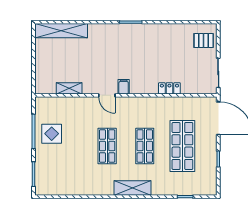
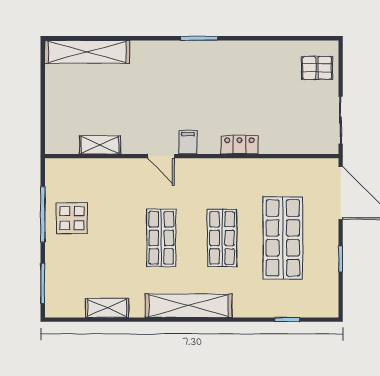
locker: (169, 88) -> (239, 145), moved
shelving: (133, 188) -> (189, 306), width x1.47
shelving: (73, 189) -> (107, 308), added

